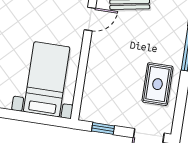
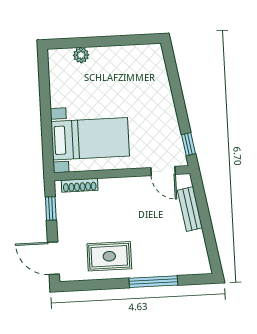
shoe rack: (87, 98) -> (80, 185), added

